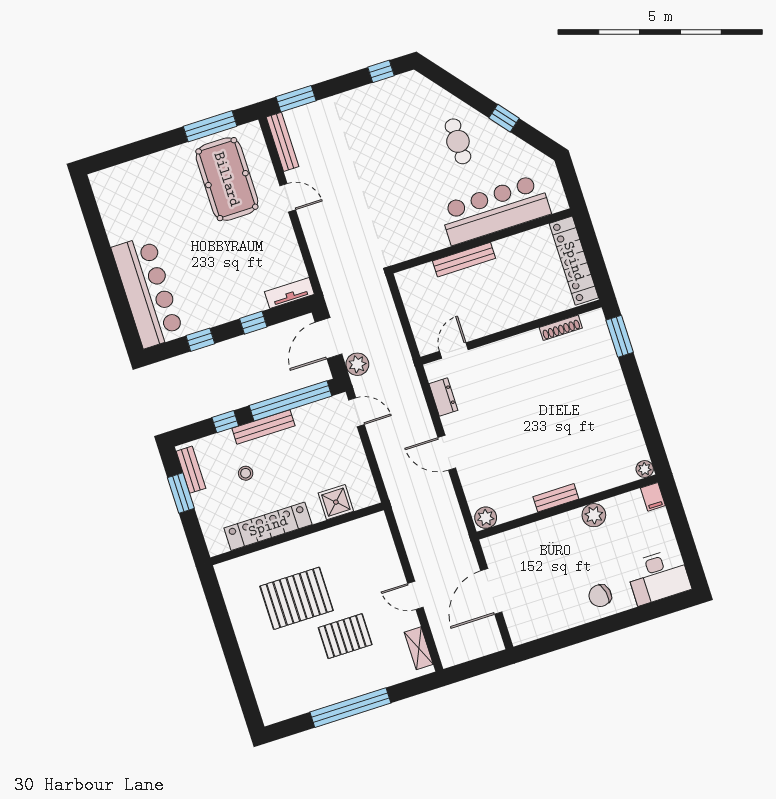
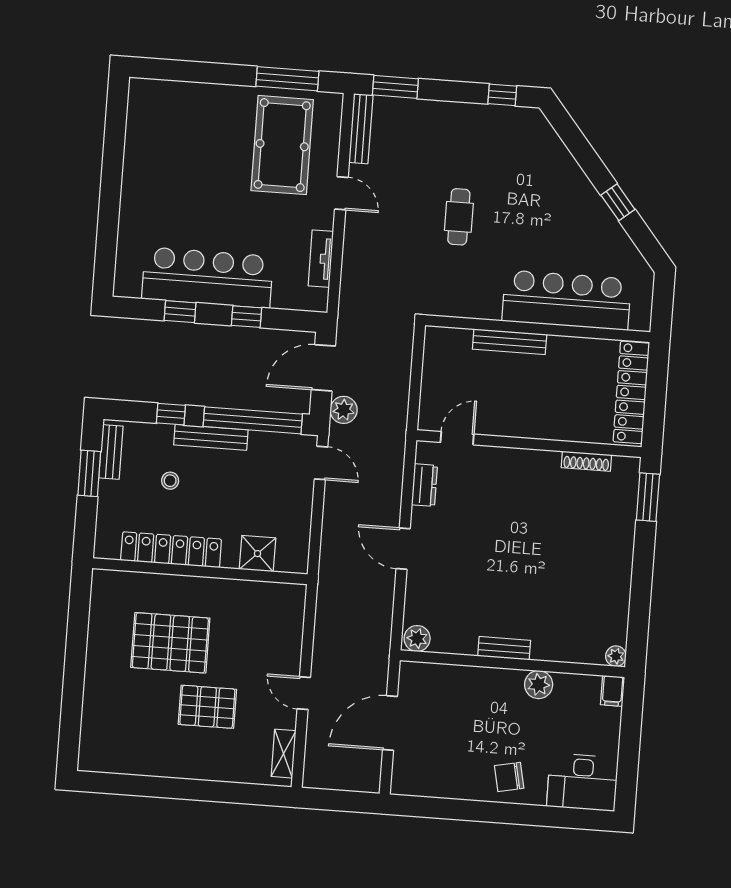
cafe table: (458, 141) -> (459, 217), moved
bar counter: (148, 292) -> (207, 278), moved, turned -90
tv unit: (289, 293) -> (321, 259), moved, turned -90
window: (350, 708) -> (181, 789), removed

